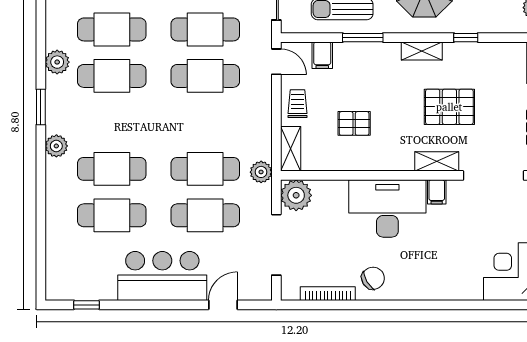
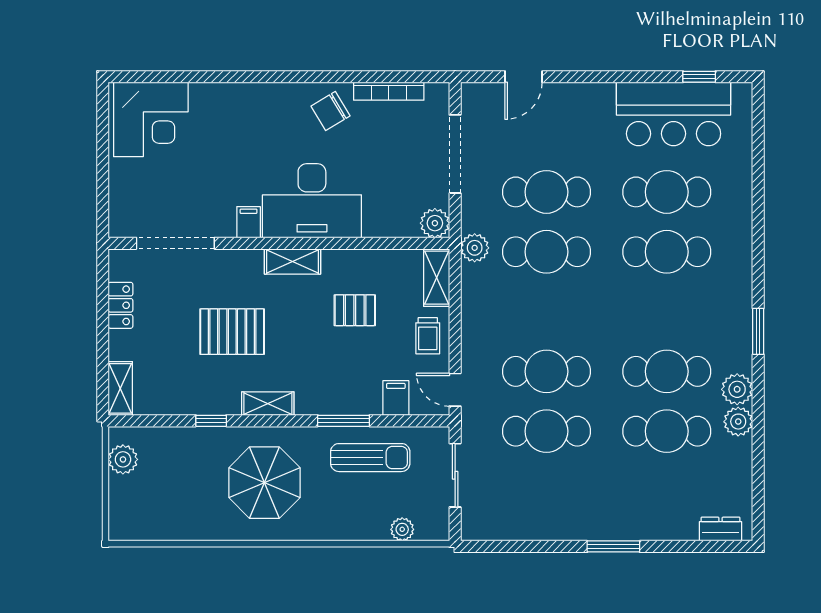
plant: (56, 146) -> (738, 422), moved
shelving: (437, 161) -> (292, 261), moved
plant: (296, 195) -> (435, 223), width x0.73, depth x0.73
bar counter: (162, 276) -> (674, 114), moved

